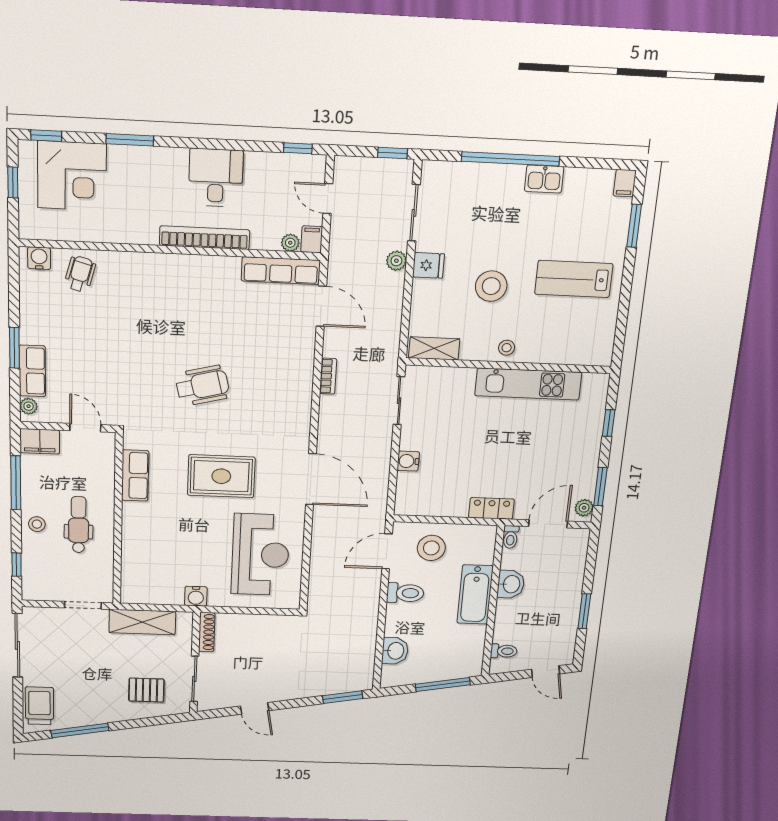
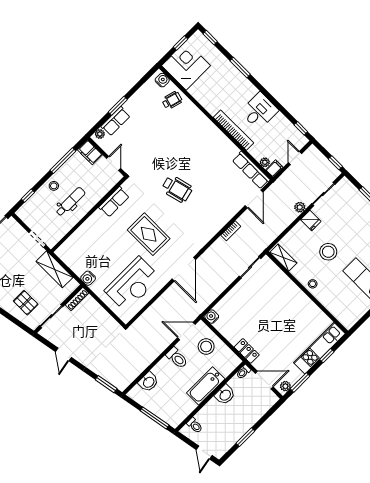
corner desk: (72, 176) -> (186, 66), moved, turned 180
kitchen unit: (528, 384) -> (319, 348), moved, turned 90
water cooler: (408, 461) -> (212, 317), moved

